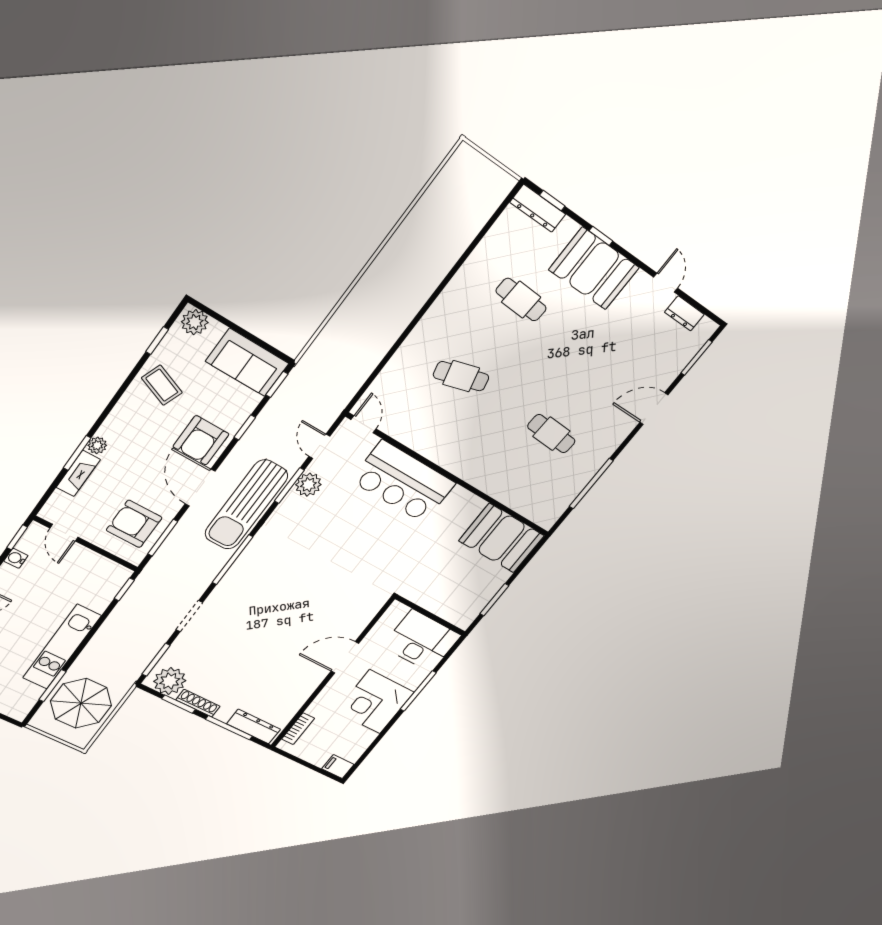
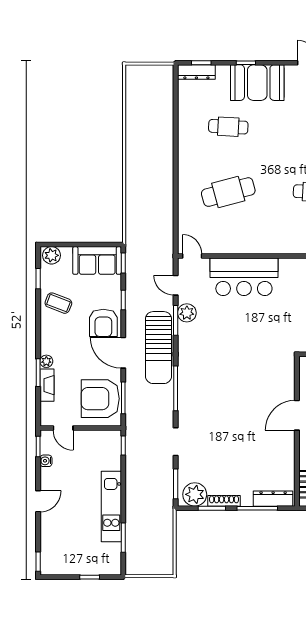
cafe table: (461, 376) -> (228, 192), width x1.37, depth x1.35
armchair: (134, 524) -> (100, 399), width x1.36, depth x1.36
parasol: (81, 703) -> (149, 541), removed

